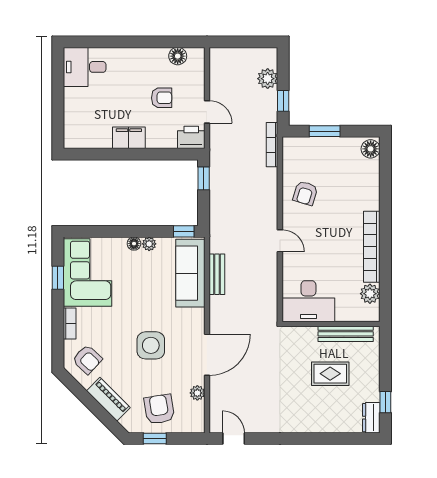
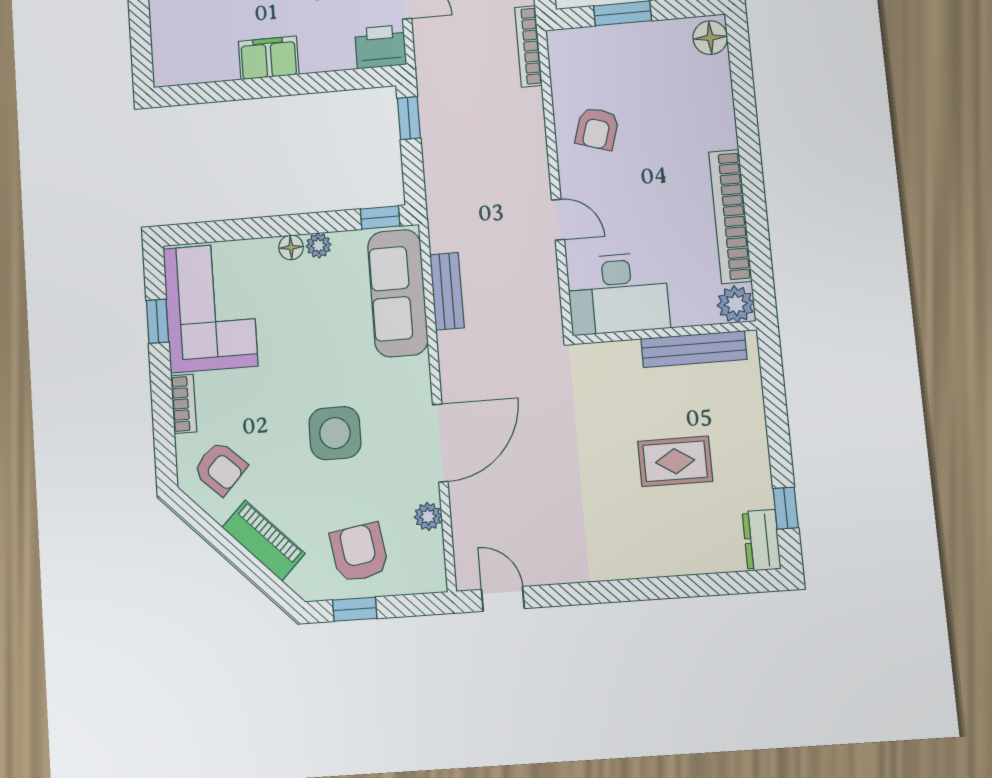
desk: (308, 301) -> (618, 293), moved
wall: (331, 324) -> (664, 333), moved
bench: (346, 334) -> (694, 349), moved

